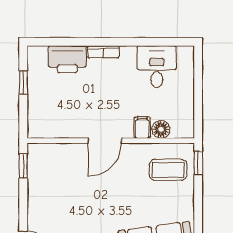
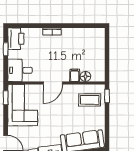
printer: (67, 59) -> (16, 39), moved, turned -90
desk: (157, 67) -> (20, 70), moved, turned -90
corner sofa: (53, 179) -> (23, 105), added

